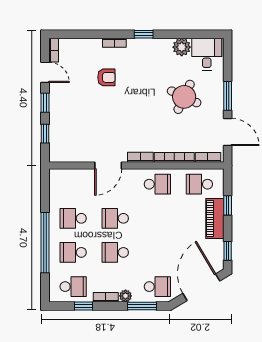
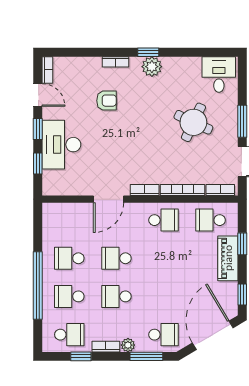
plant: (182, 47) -> (152, 67), moved
desk: (66, 117) -> (61, 145), added

